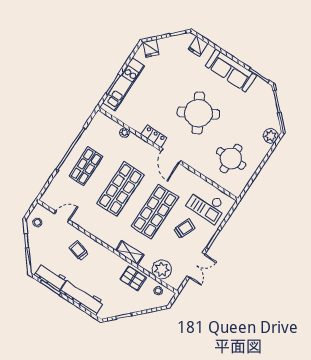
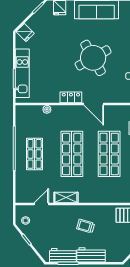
trolley: (79, 250) -> (86, 226), moved
shelving: (130, 253) -> (66, 198), moved
workbench: (82, 297) -> (91, 255), width x0.73

